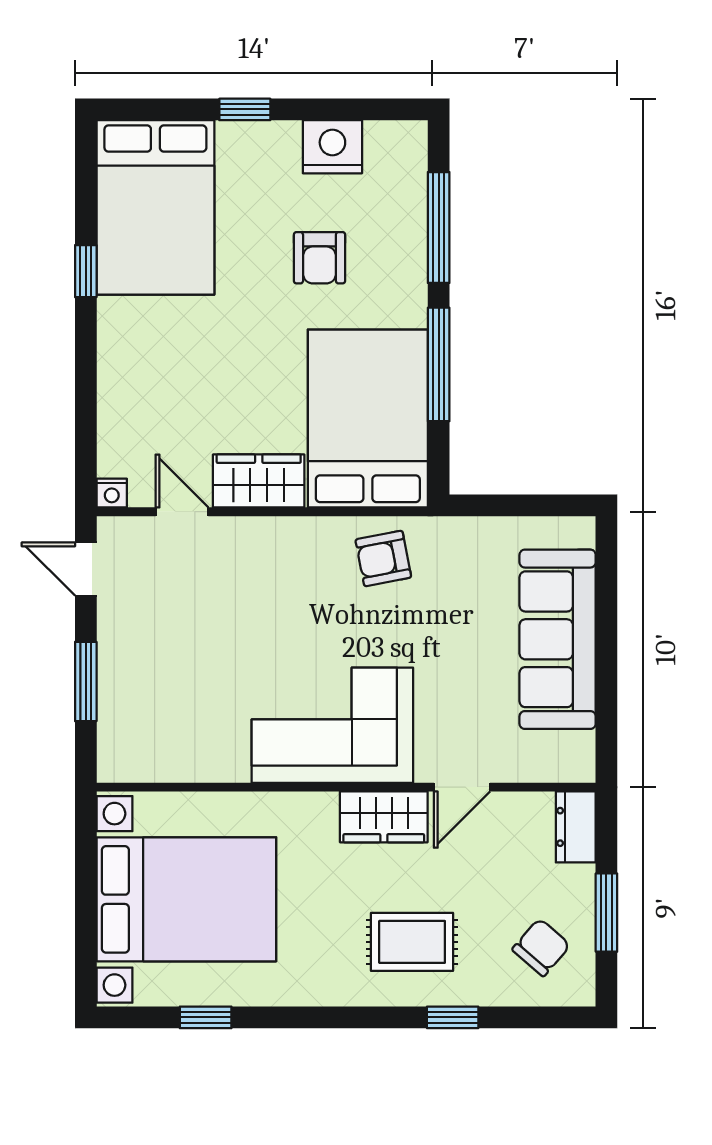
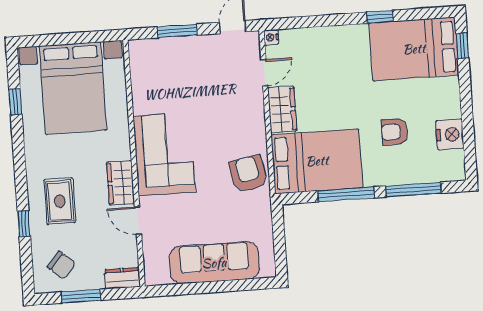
window: (245, 109) -> (462, 46), moved
armchair: (383, 558) -> (248, 174), width x1.38, depth x1.38

